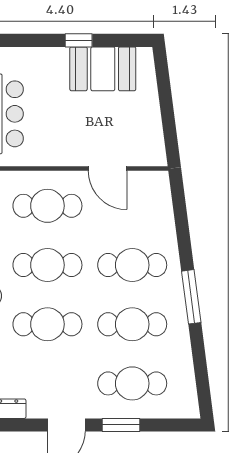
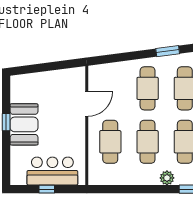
booth: (103, 69) -> (24, 124), moved
window: (191, 297) -> (168, 51), width x0.69

